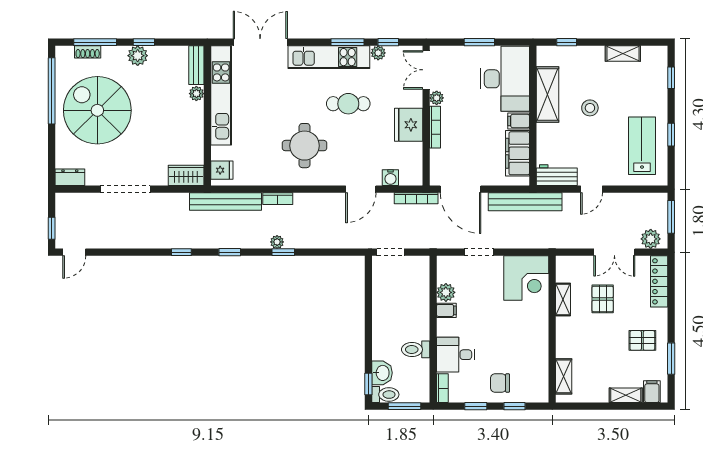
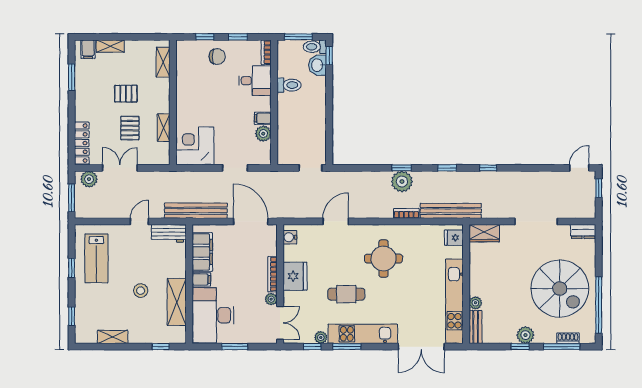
water cooler: (390, 178) -> (290, 237), moved, turned -90
bookcase: (416, 198) -> (289, 214), removed
plant: (277, 242) -> (402, 181), width x1.87, depth x1.87
pallet: (642, 340) -> (126, 94), moved

